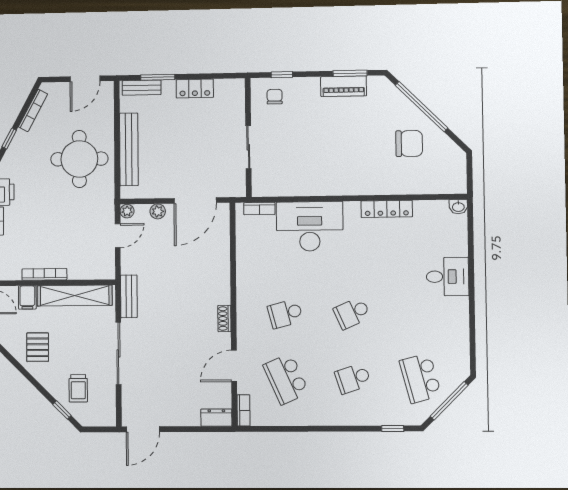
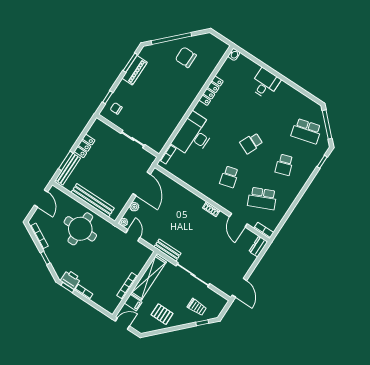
bench: (142, 88) -> (68, 169), width x1.36
chair: (409, 143) -> (186, 57), turned -90
school desk: (352, 313) -> (251, 143), turned 48

